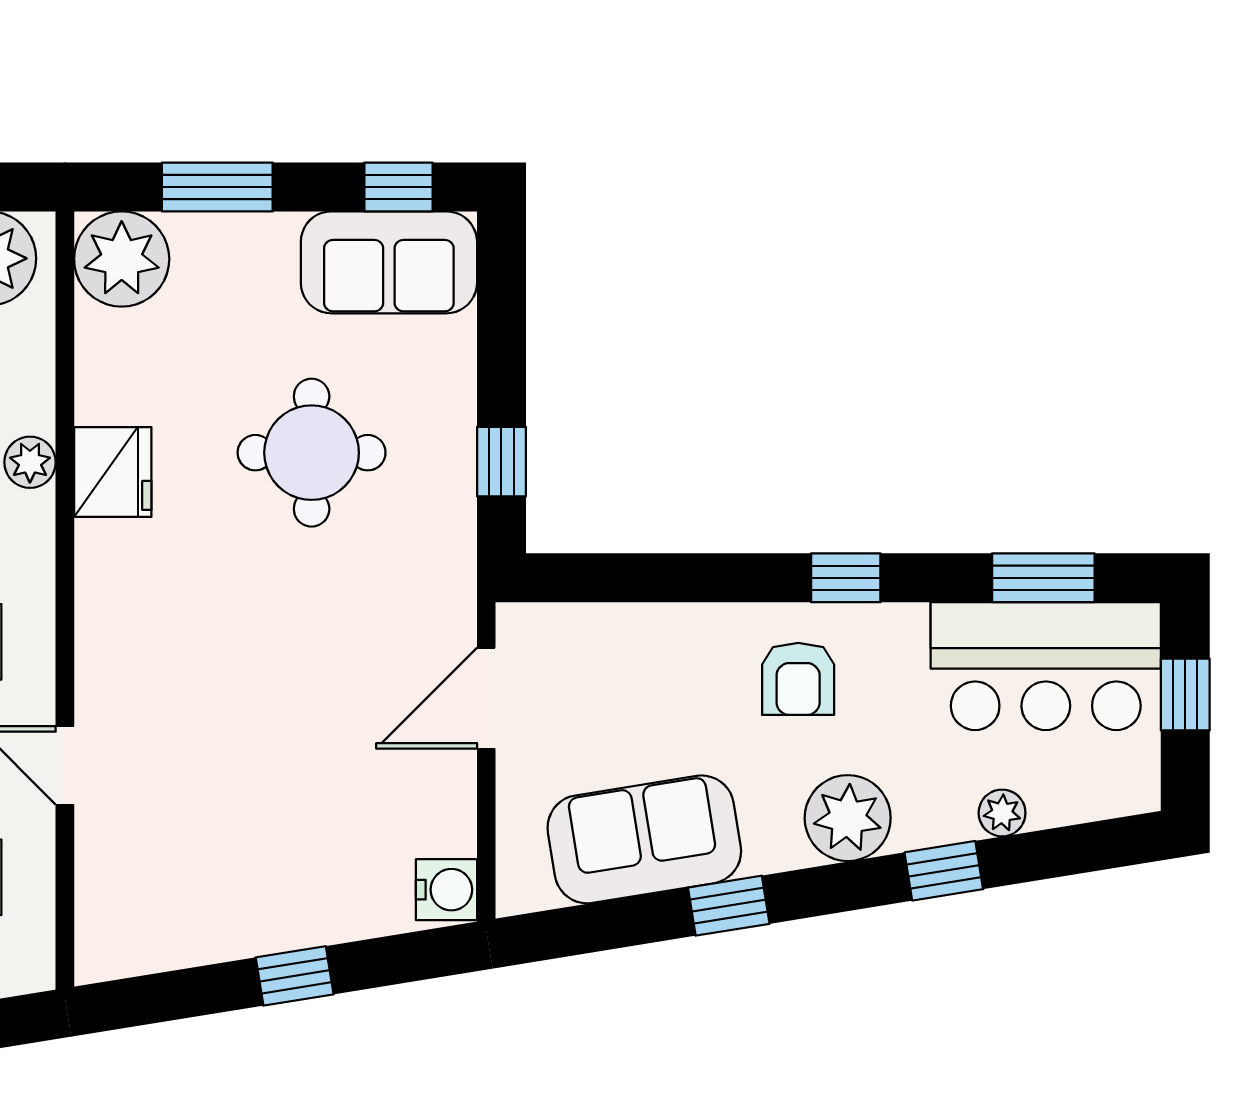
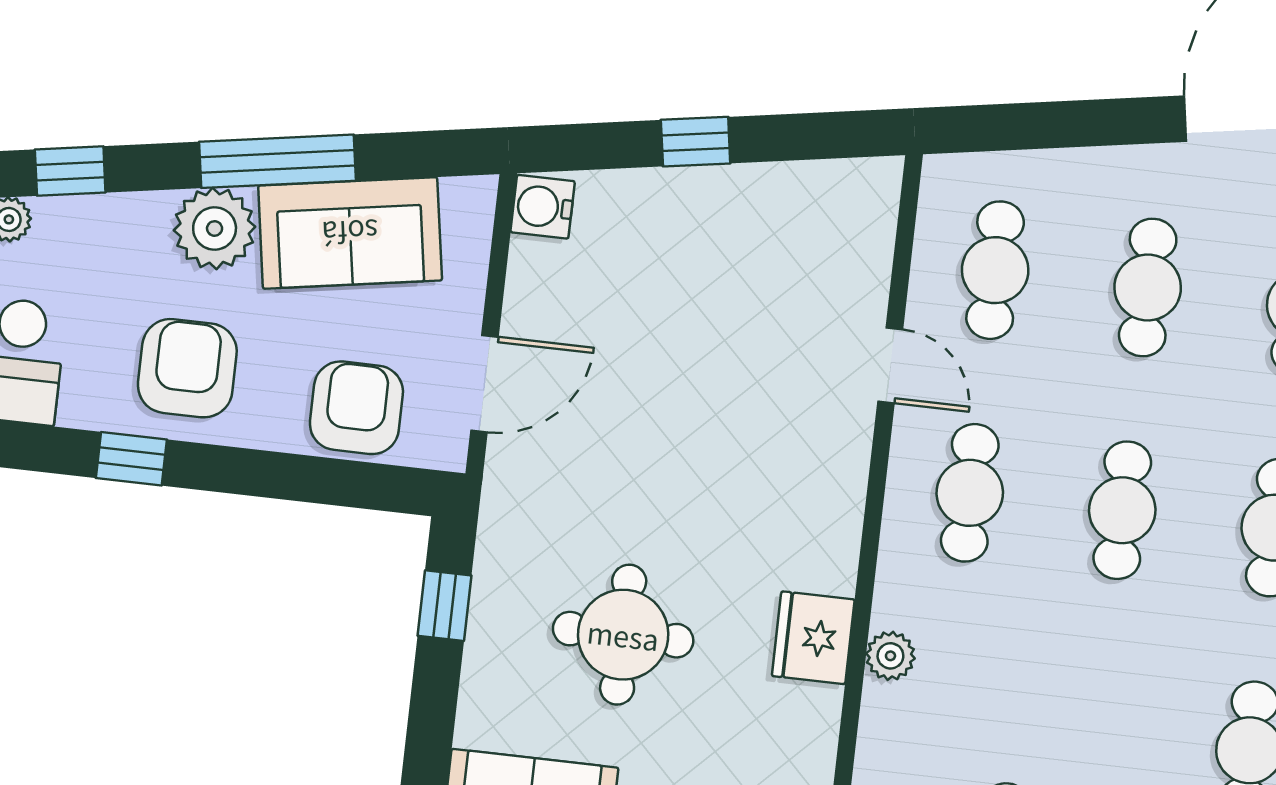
armchair: (617, 658) -> (356, 408), added
armchair: (798, 679) -> (187, 368), width x1.38, depth x1.38
plant: (848, 818) -> (215, 228), moved
window: (729, 906) -> (277, 161), width x2.17

